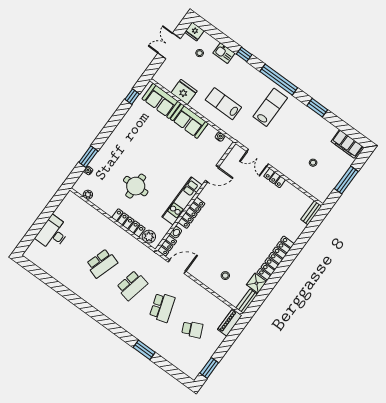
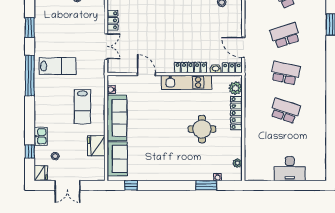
window: (244, 54) -> (30, 152), moved
lab bench: (270, 107) -> (57, 66), turned 180
sofa: (189, 121) -> (117, 118), width x1.36

